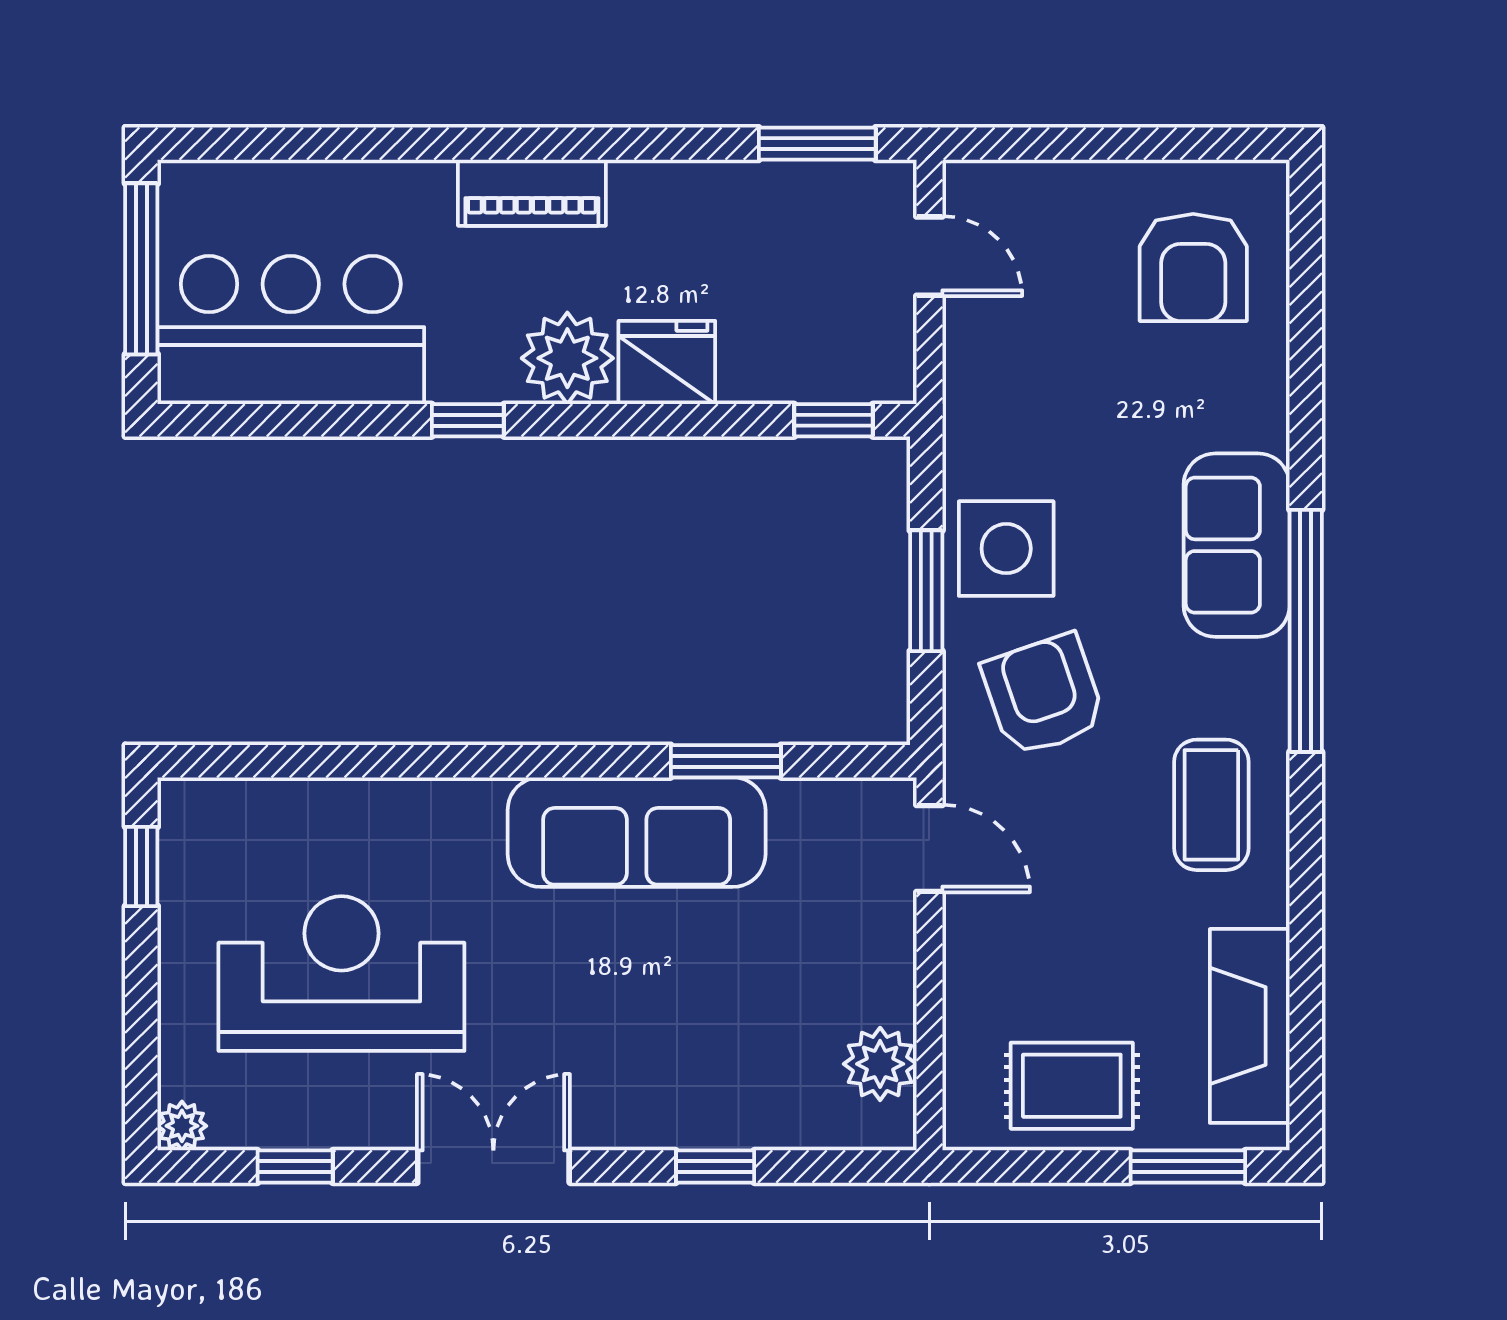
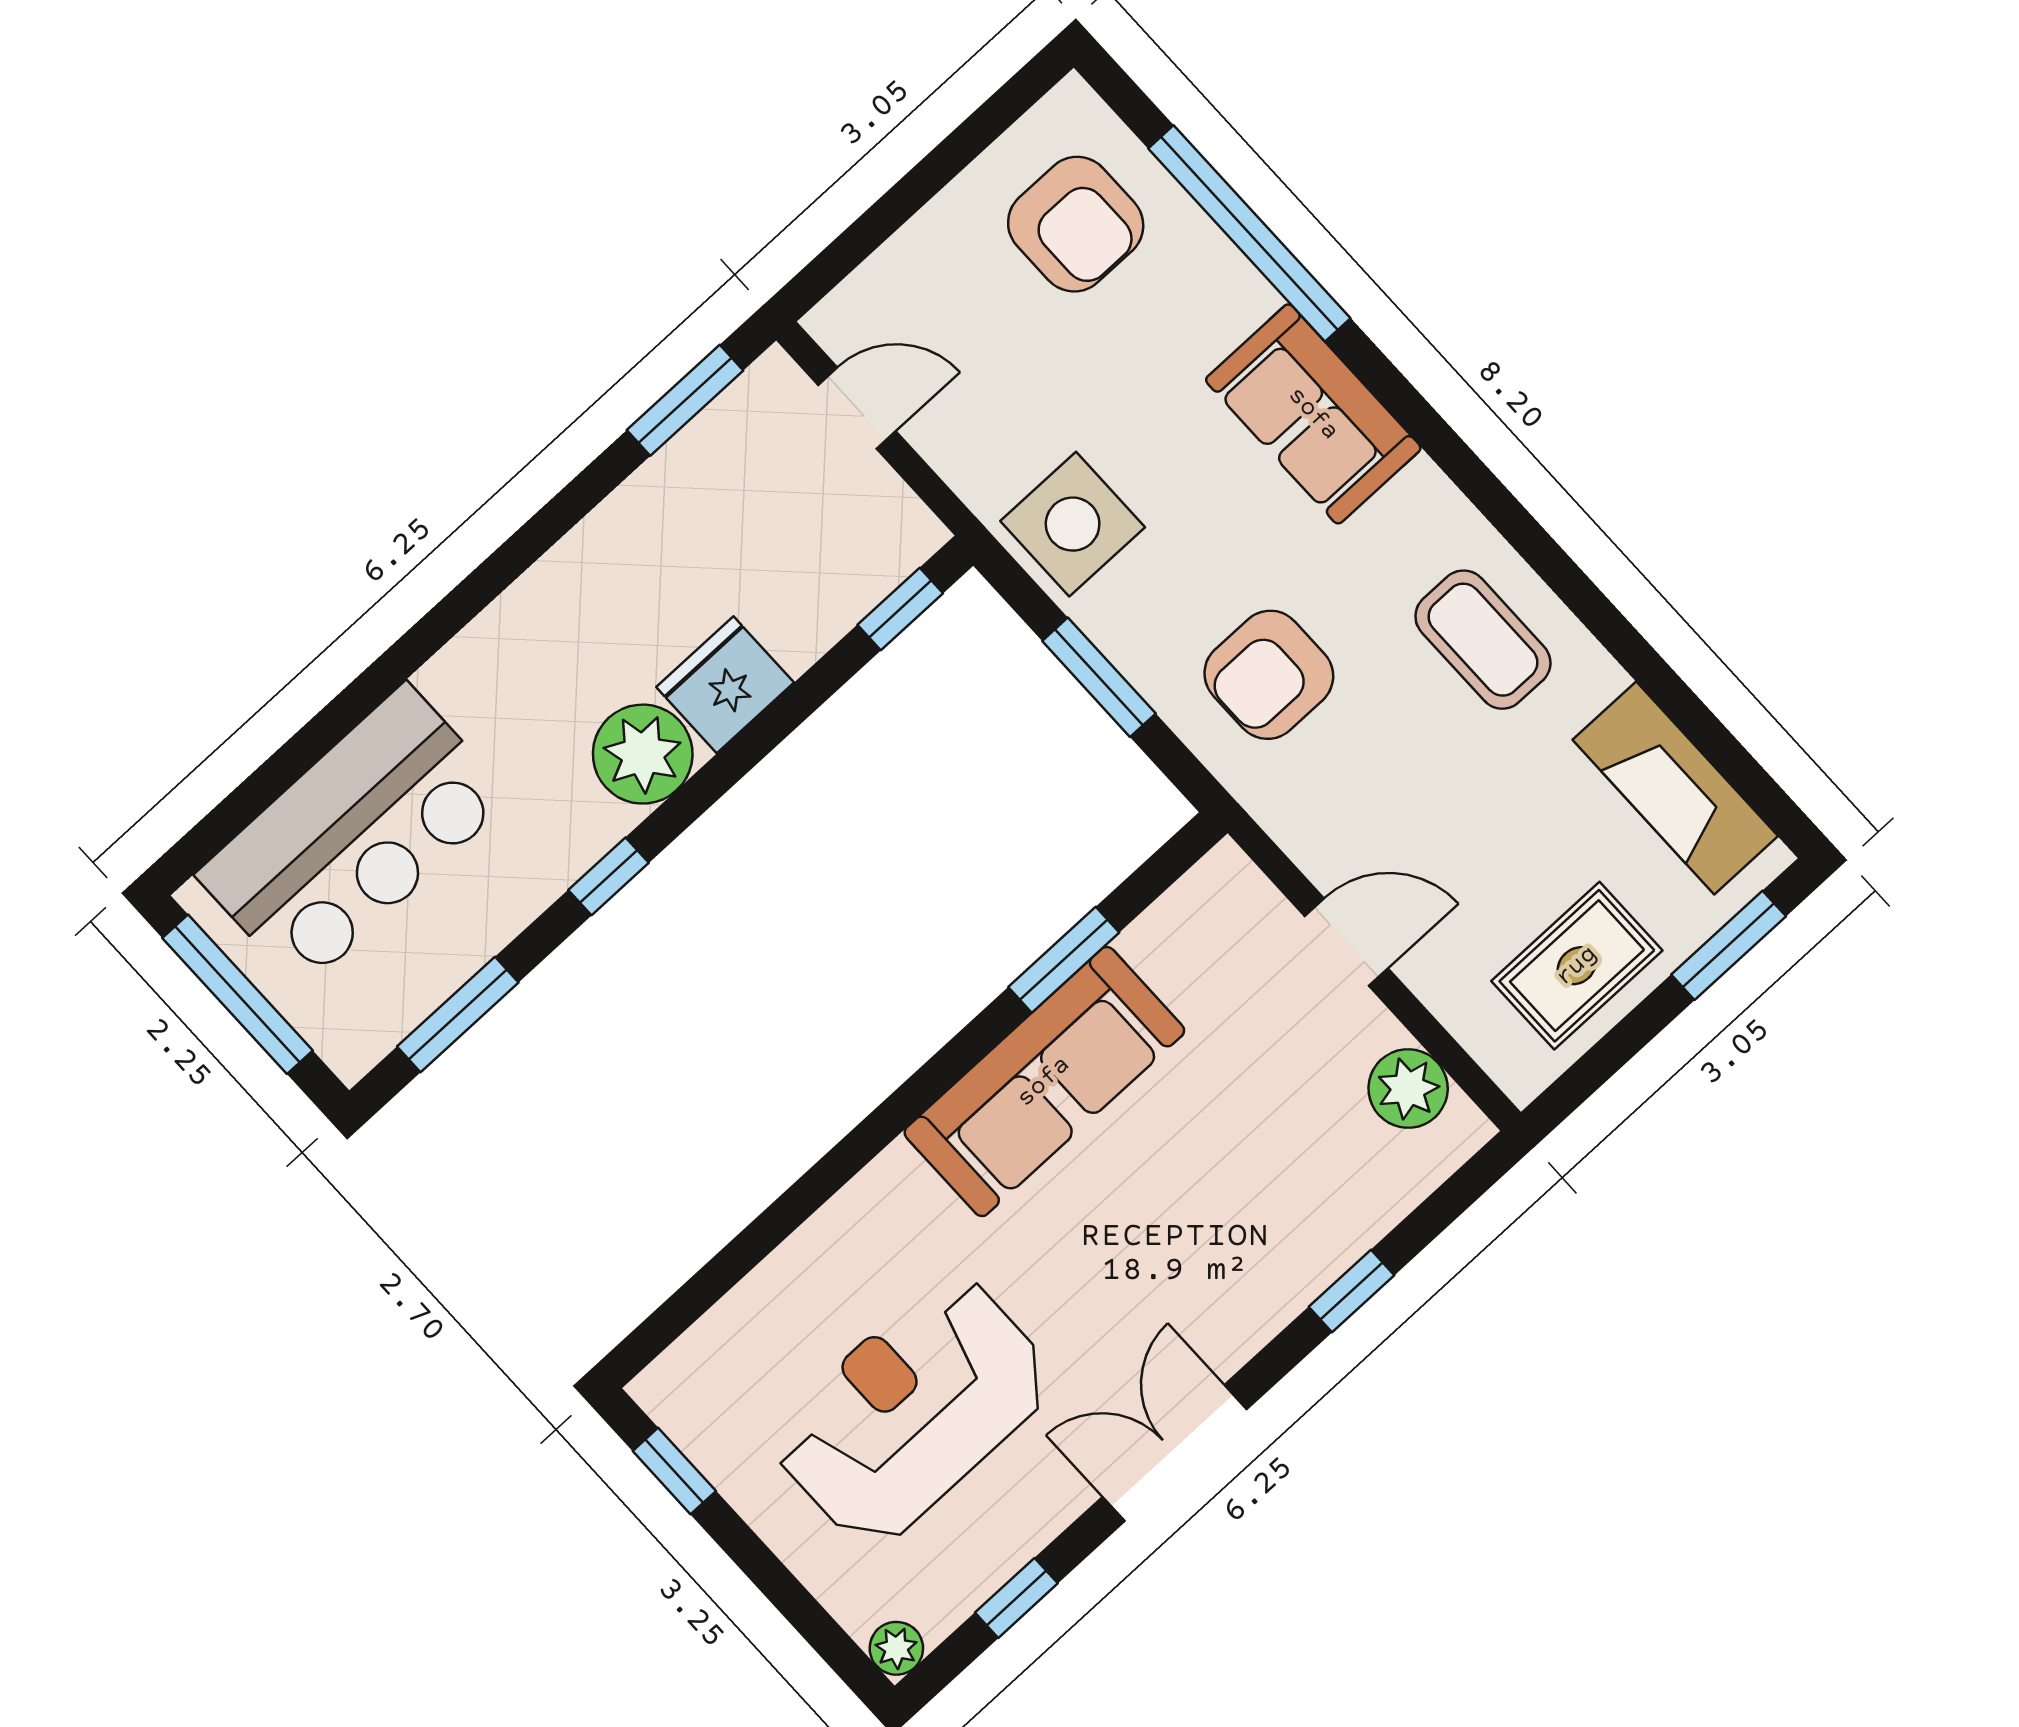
piano: (532, 193) -> (493, 648), removed
bar counter: (291, 330) -> (354, 836), moved, turned 180
window: (279, 420) -> (458, 1015), added
side table: (1006, 549) -> (1073, 524), moved
window: (1306, 631) -> (1249, 233), moved
armchair: (1044, 695) -> (1269, 675), turned -71
door: (929, 849) -> (1346, 942), moved

